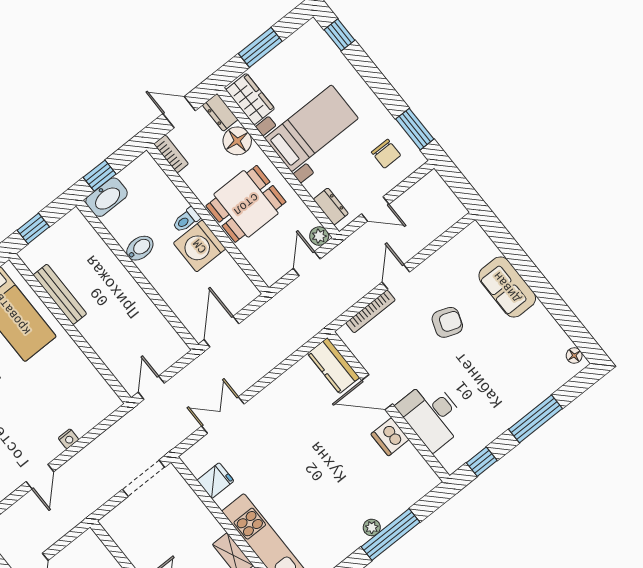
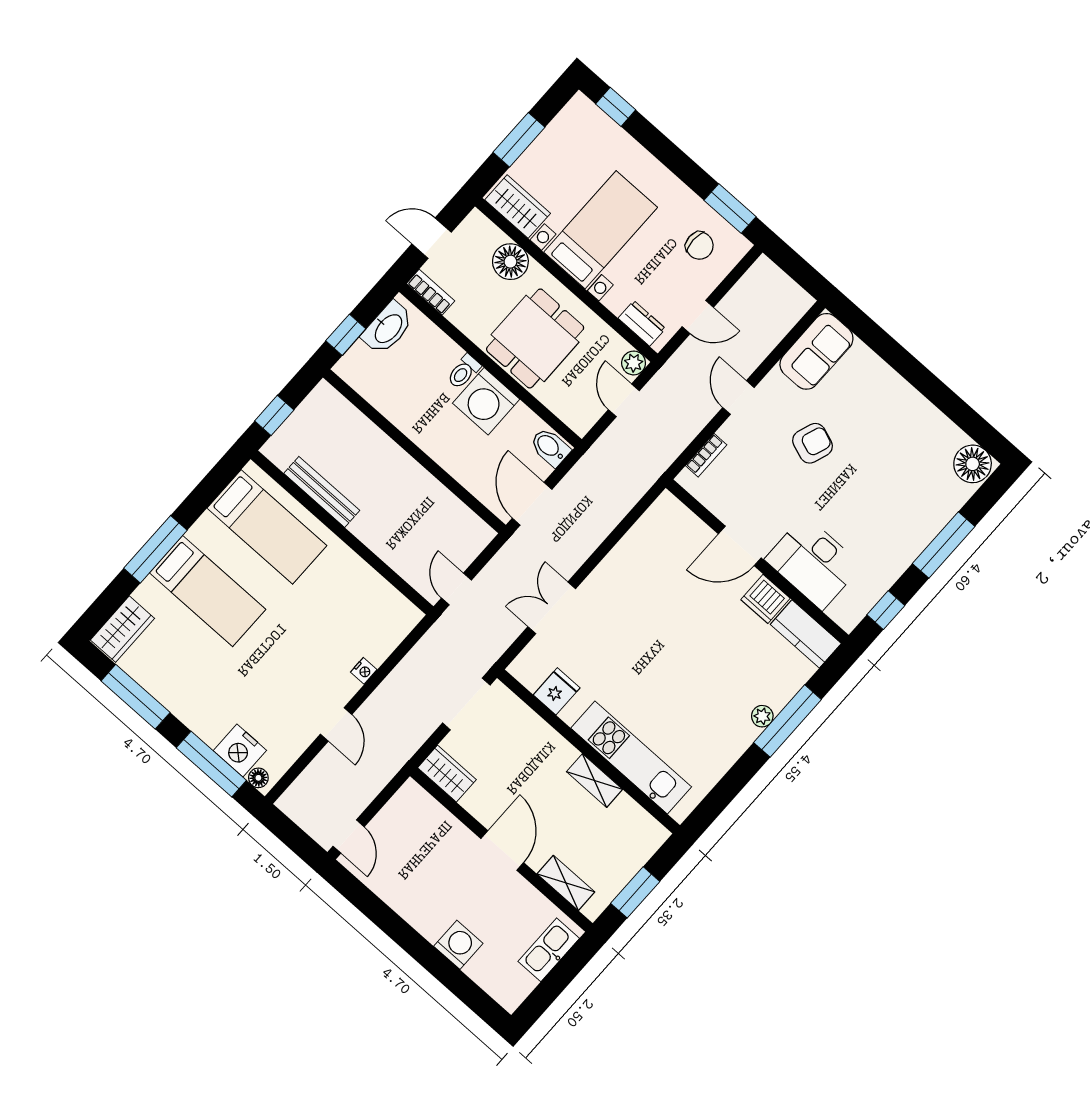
dresser: (220, 112) -> (483, 230), removed
washbasin: (107, 197) -> (388, 328), moved
bidet: (140, 248) -> (550, 447), moved, turned -90
sofa: (507, 287) -> (816, 351), moved, turned -90
bookcase: (371, 311) -> (706, 455), width x0.64
floor lamp: (574, 355) -> (973, 464), width x1.89, depth x1.89
kitchen counter: (334, 366) -> (806, 634), moved
wardrobe: (119, 530) -> (447, 774), added

